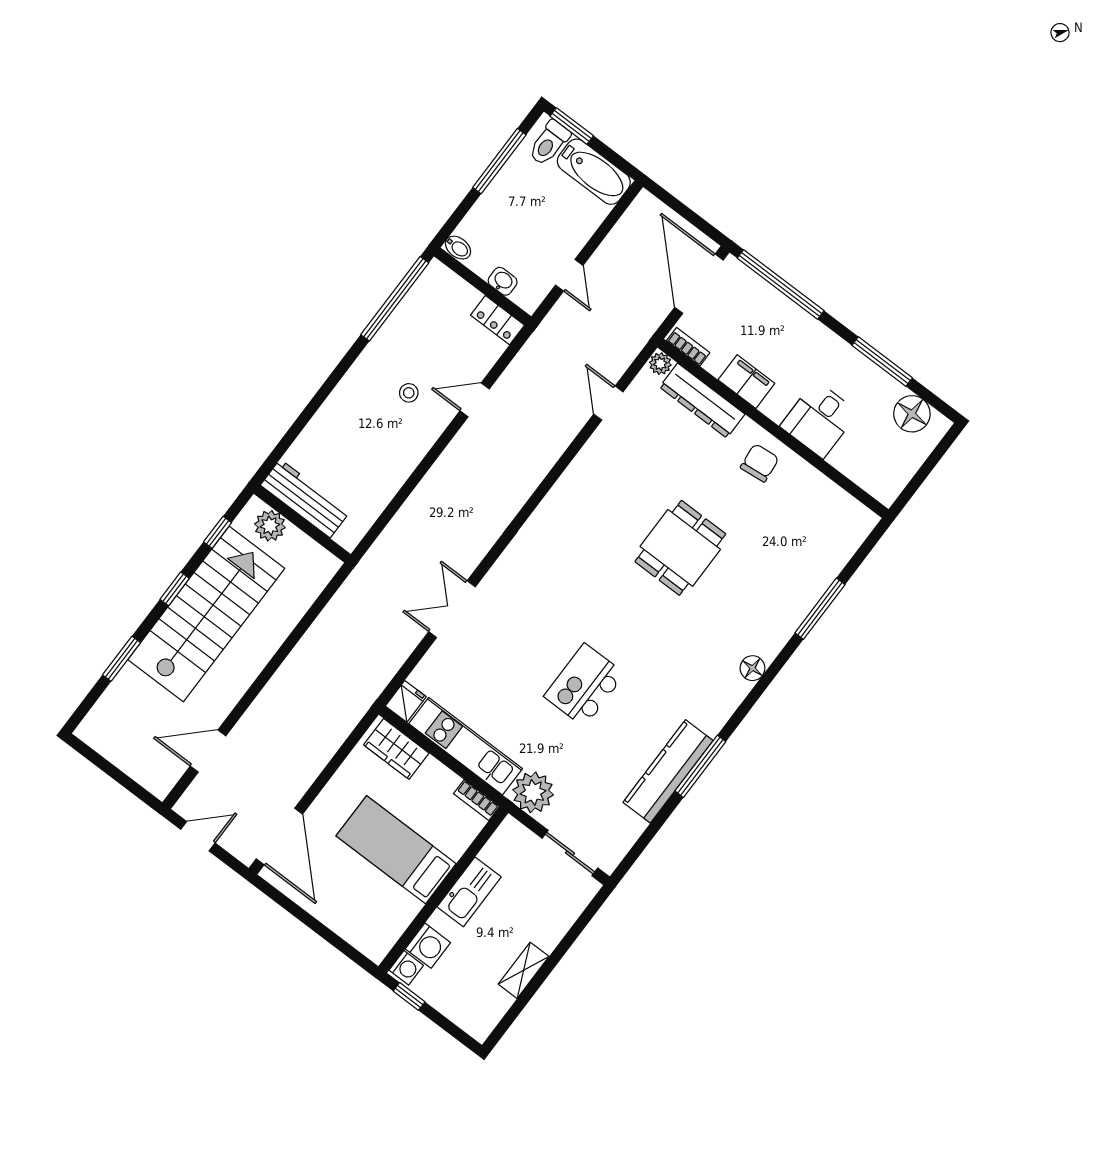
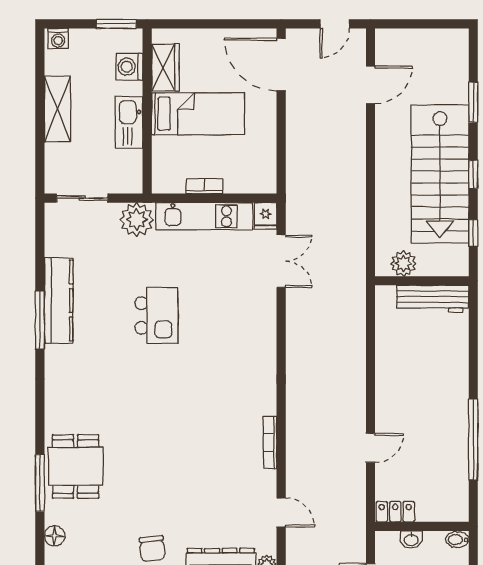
window: (395, 299) -> (473, 440), moved
stool: (409, 393) -> (417, 420), removed
bookcase: (568, 479) -> (270, 443), added
plant: (270, 526) -> (403, 263), moved
dining table: (680, 548) -> (76, 466), moved
double door: (452, 609) -> (281, 261), moved
floor lamp: (752, 668) -> (55, 536), moved
wardrobe: (396, 749) -> (165, 67), moved, turned 90
bookcase: (476, 800) -> (204, 186), moved
washing machine: (406, 968) -> (58, 39), moved, turned -90
shelving: (524, 970) -> (57, 109), width x1.50, depth x1.33
window: (409, 996) -> (116, 24), width x1.50

